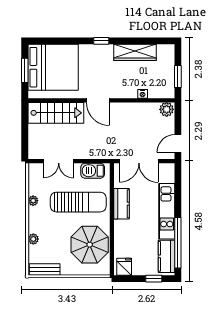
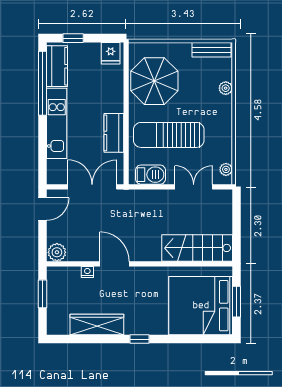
door: (98, 100) -> (114, 264), moved
plant: (33, 201) -> (226, 169), moved

